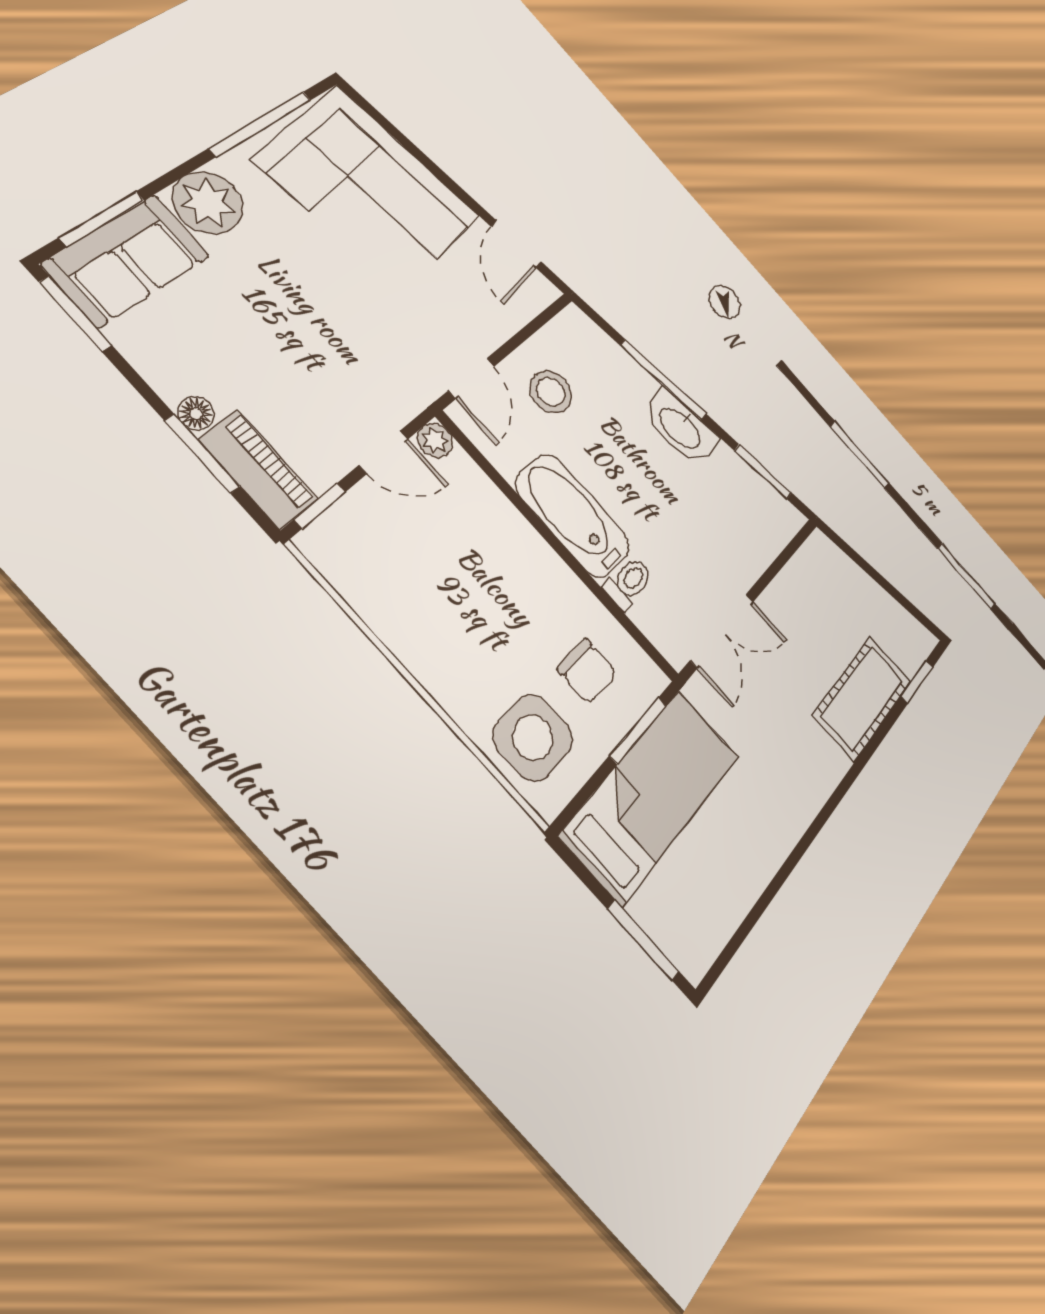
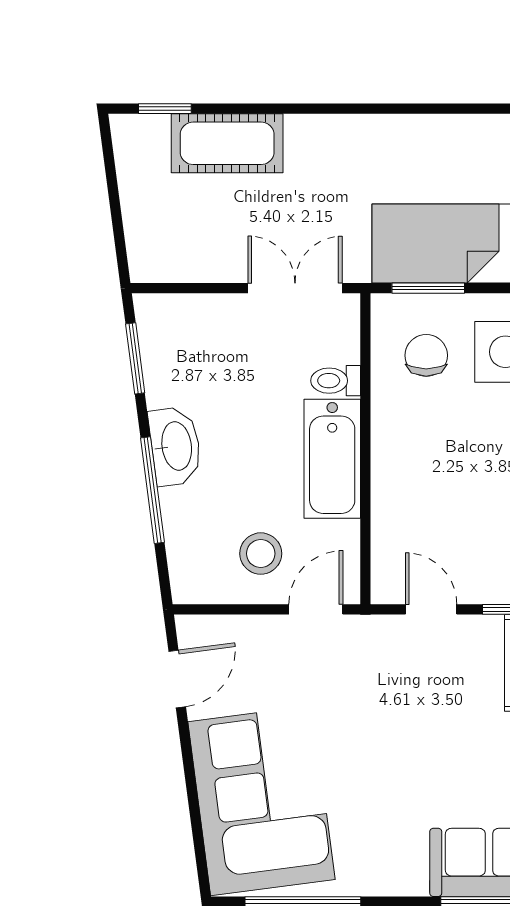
plant: (208, 203) -> (397, 867), removed
plant: (435, 440) -> (386, 589), removed

